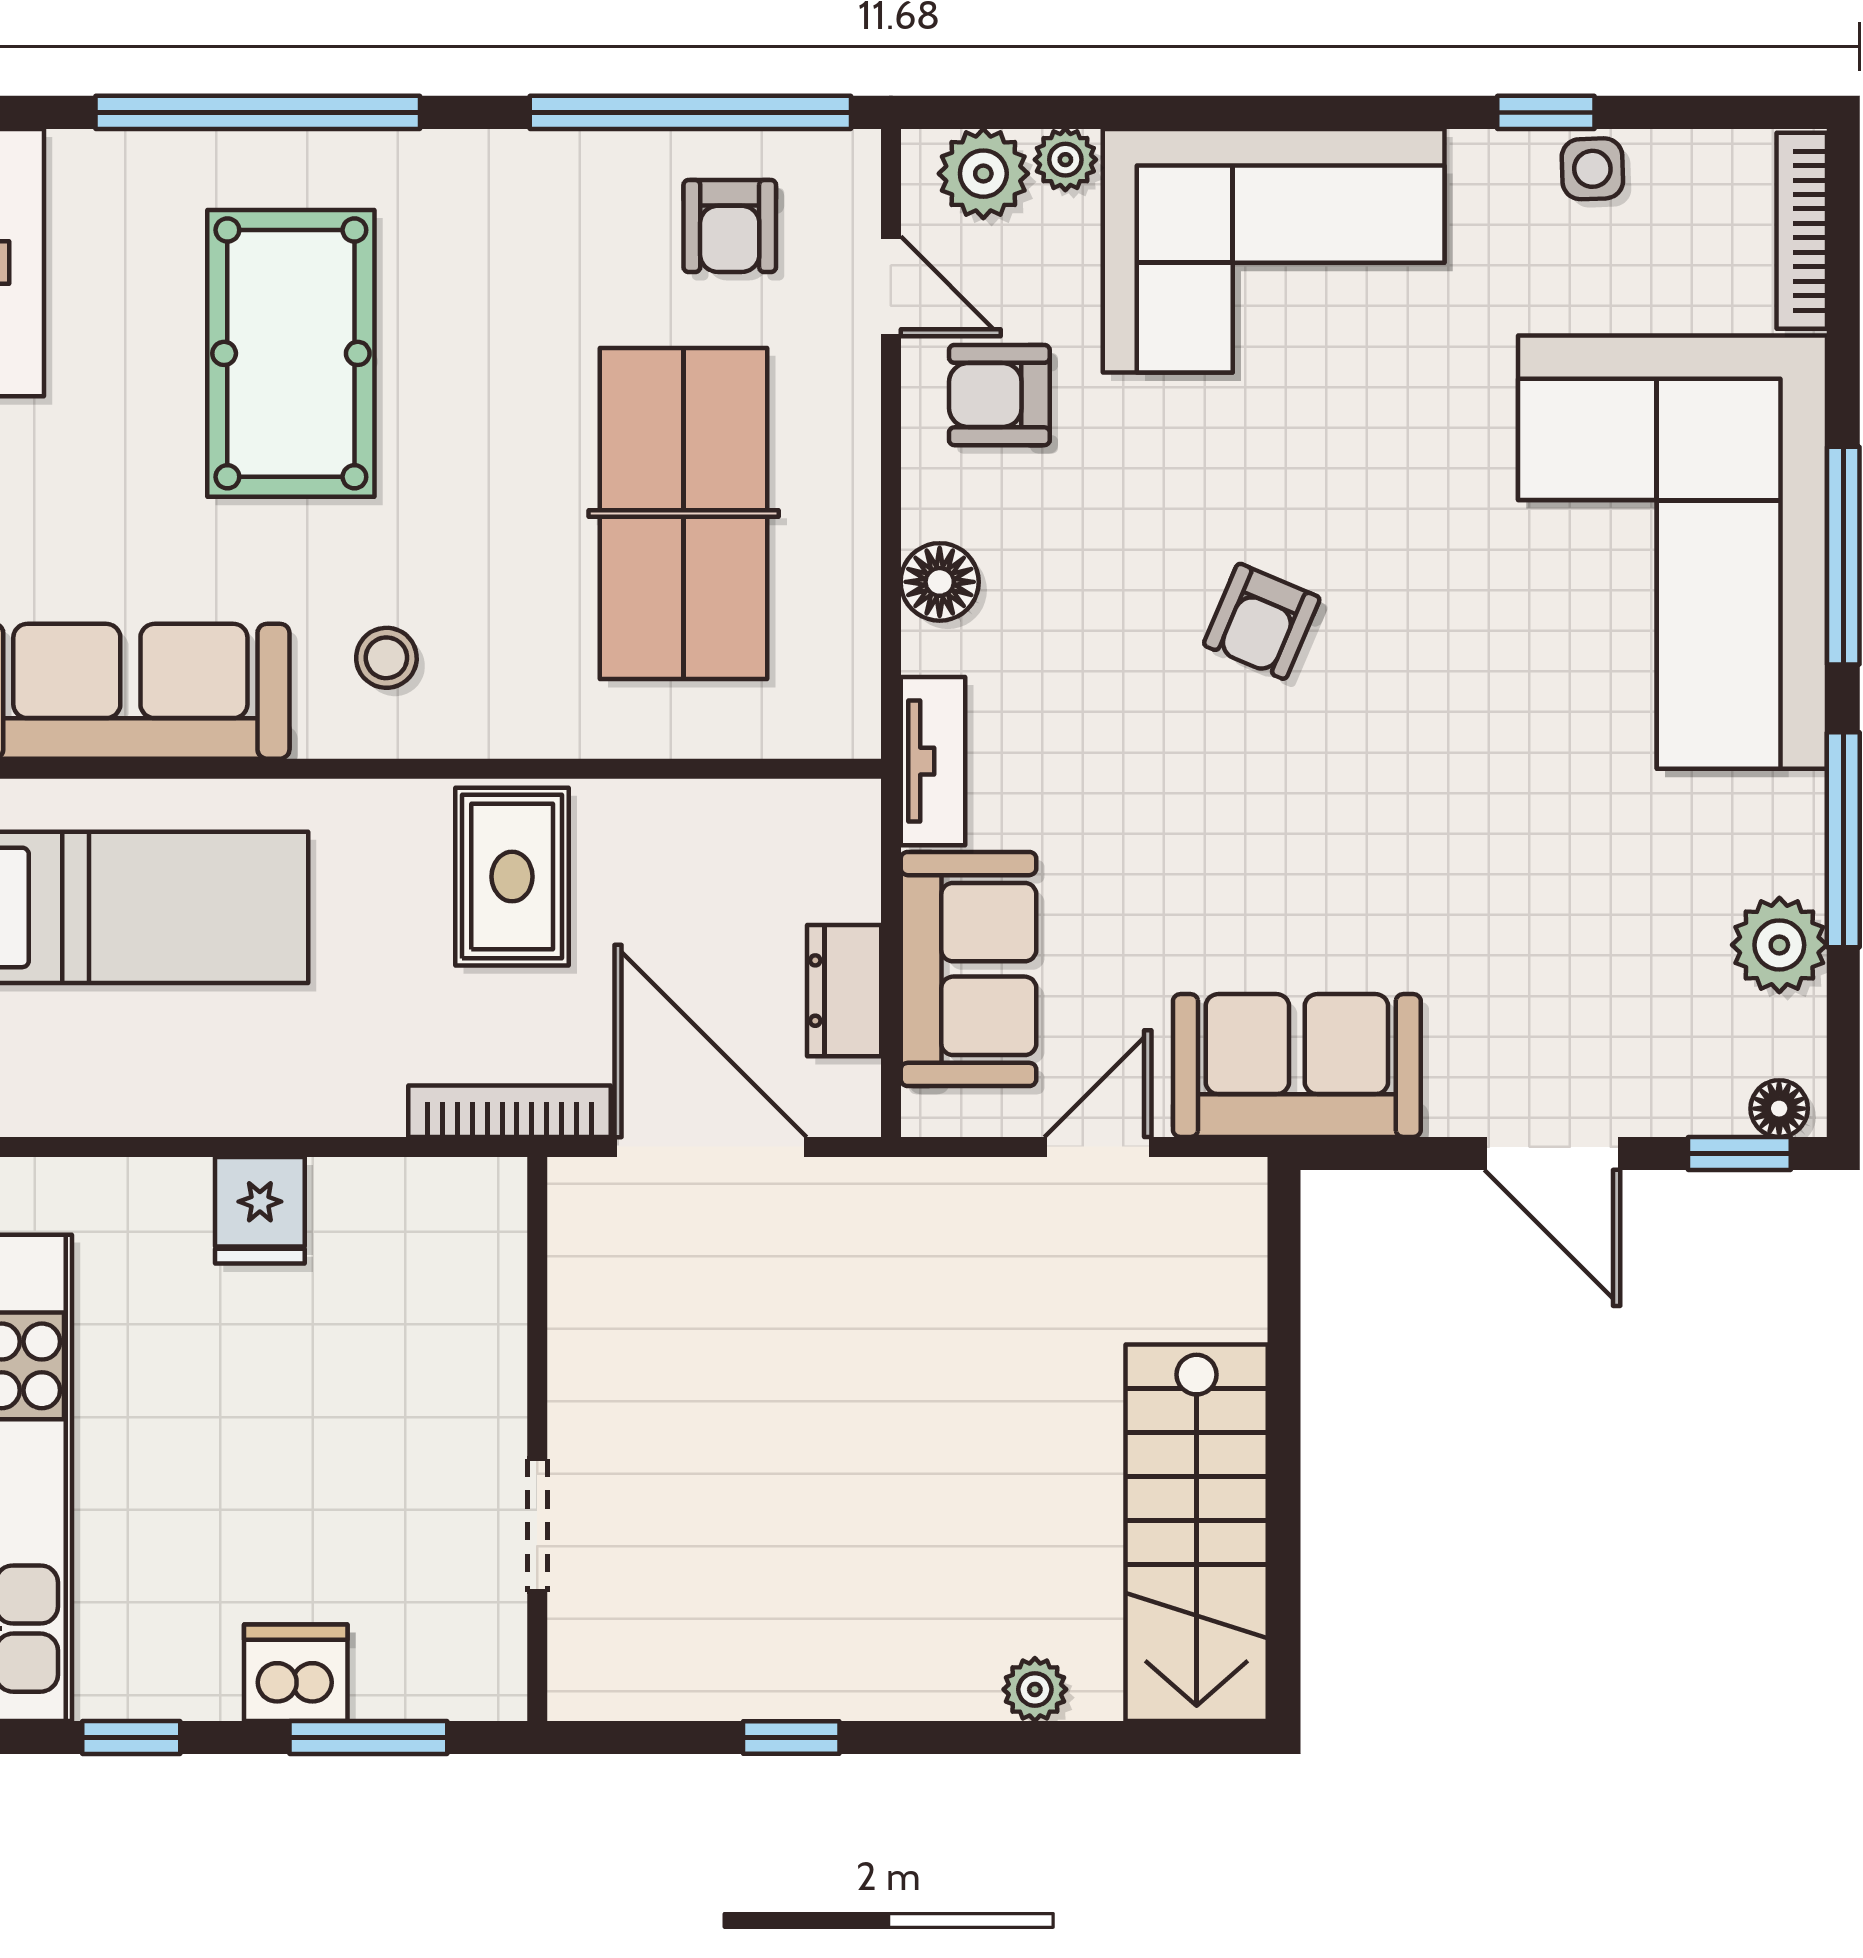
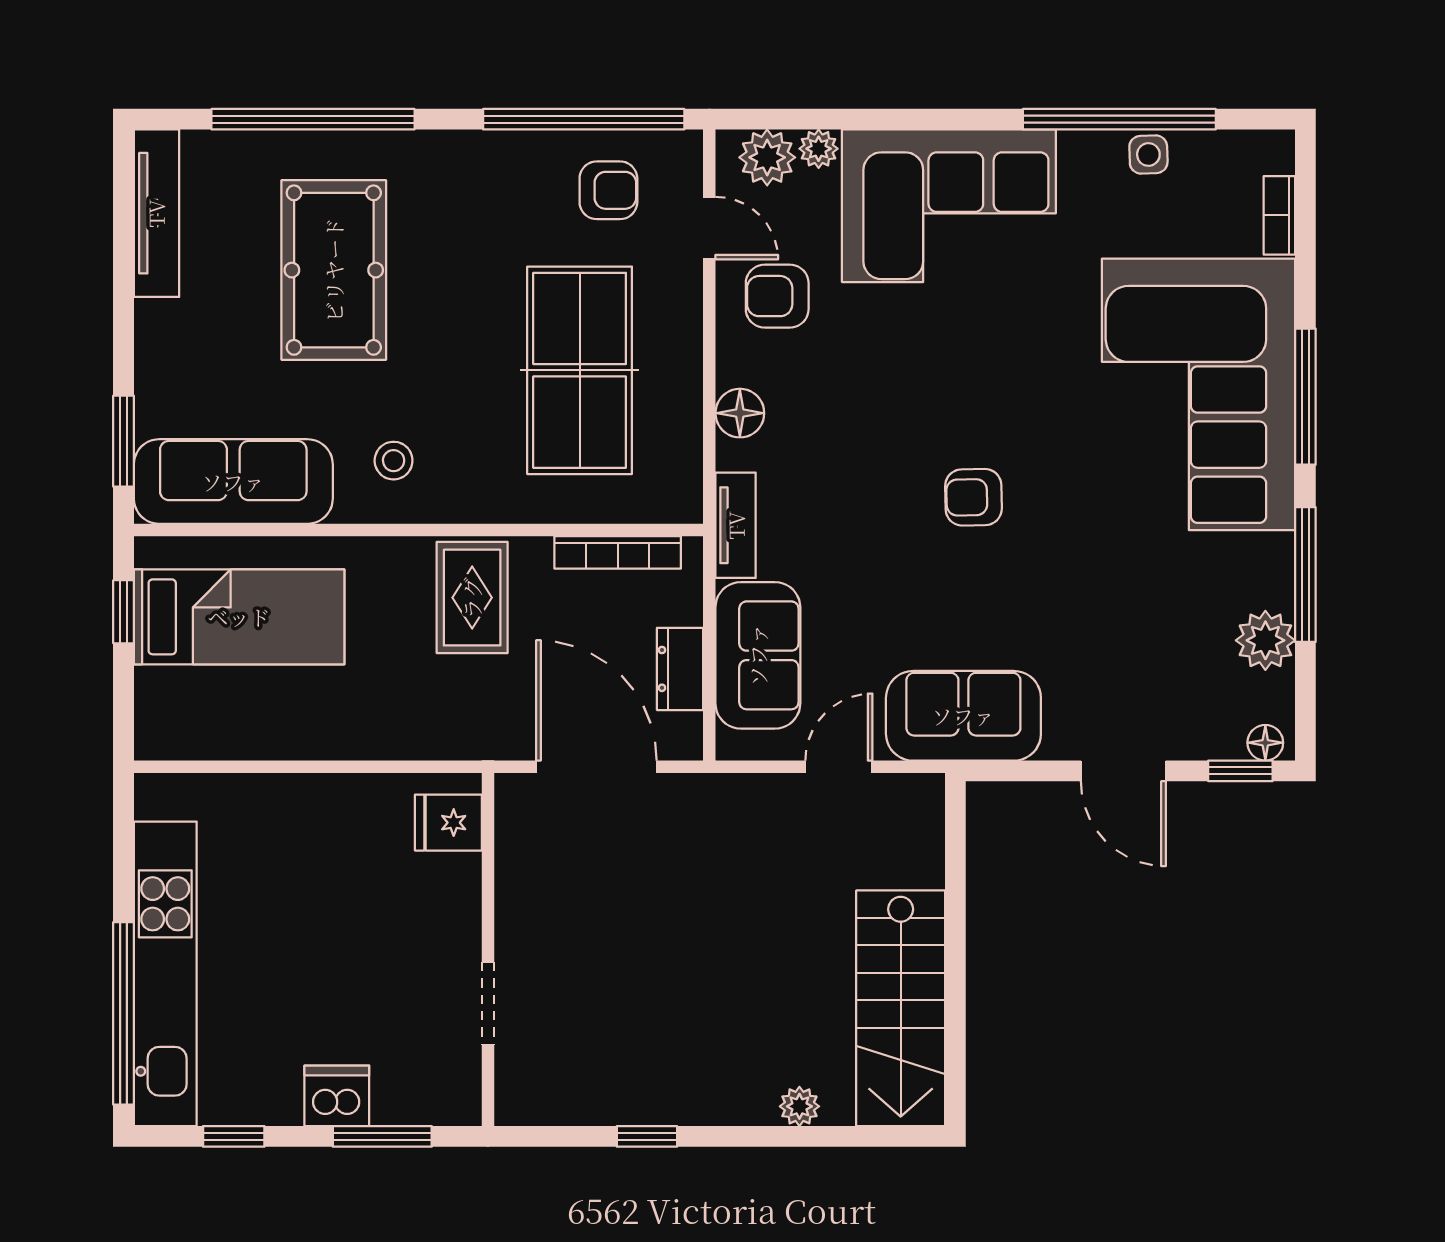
window: (1546, 112) -> (1119, 119), width x3.17
armchair: (730, 226) -> (608, 190), turned -90
bookcase: (1802, 231) -> (1279, 215), width x0.64
armchair: (1262, 621) -> (974, 497), moved, turned 66
bookcase: (509, 1111) -> (618, 552), moved, turned 180
fridge: (260, 1210) -> (448, 823), moved, turned 90

